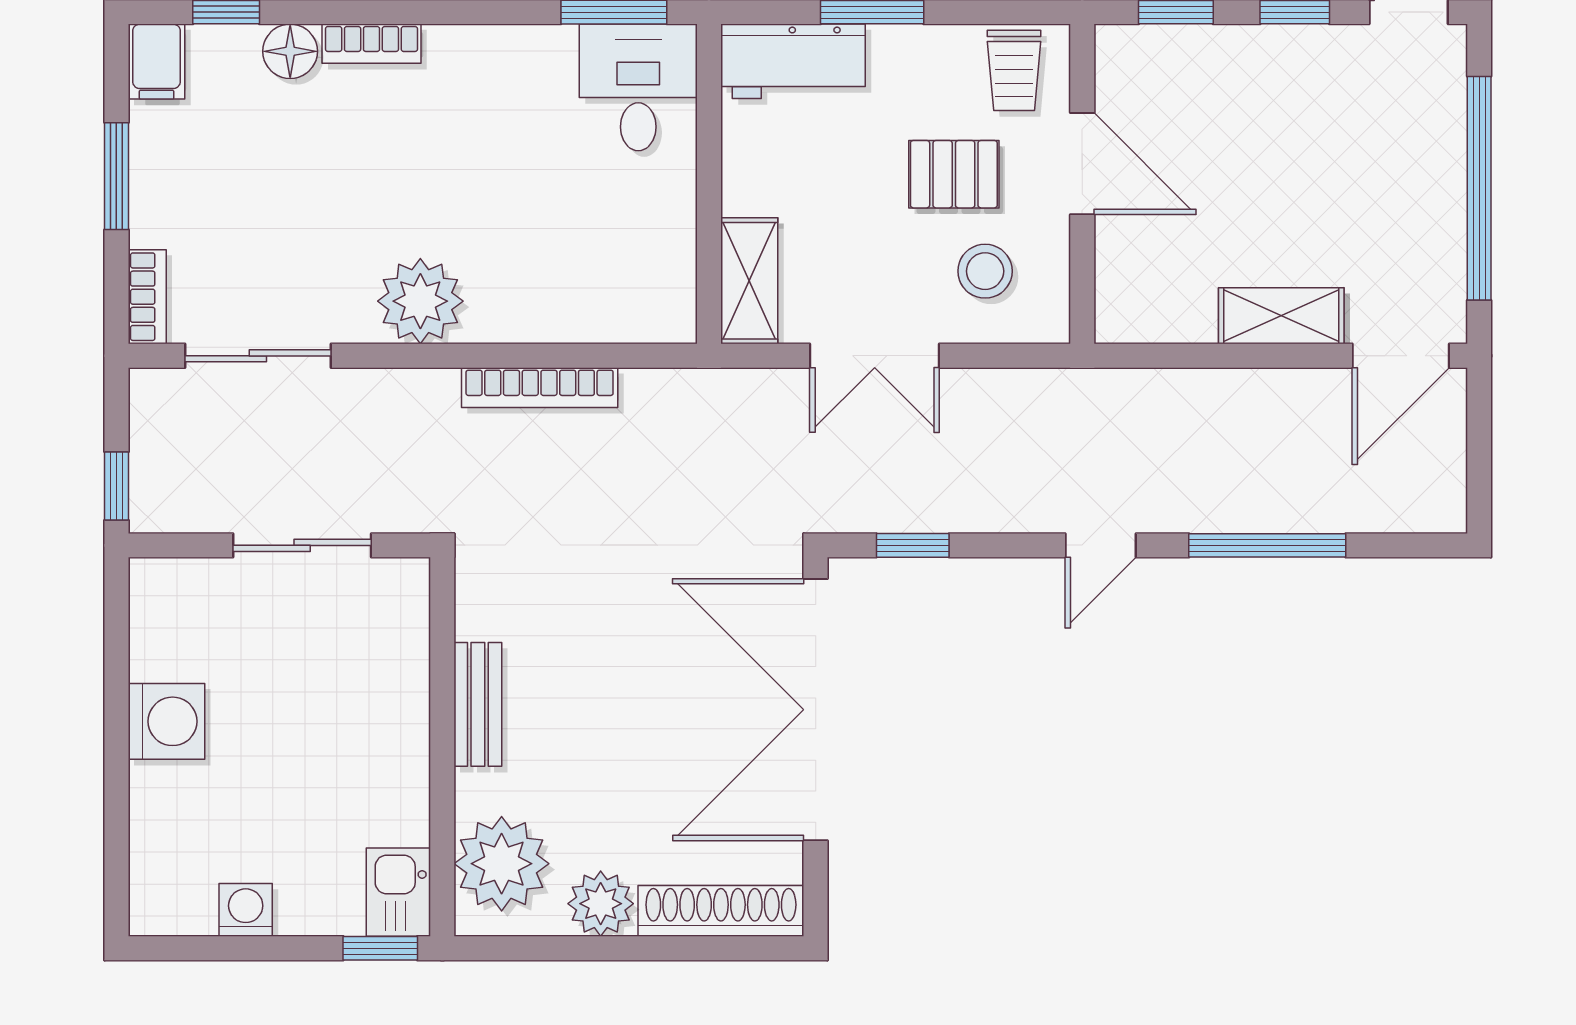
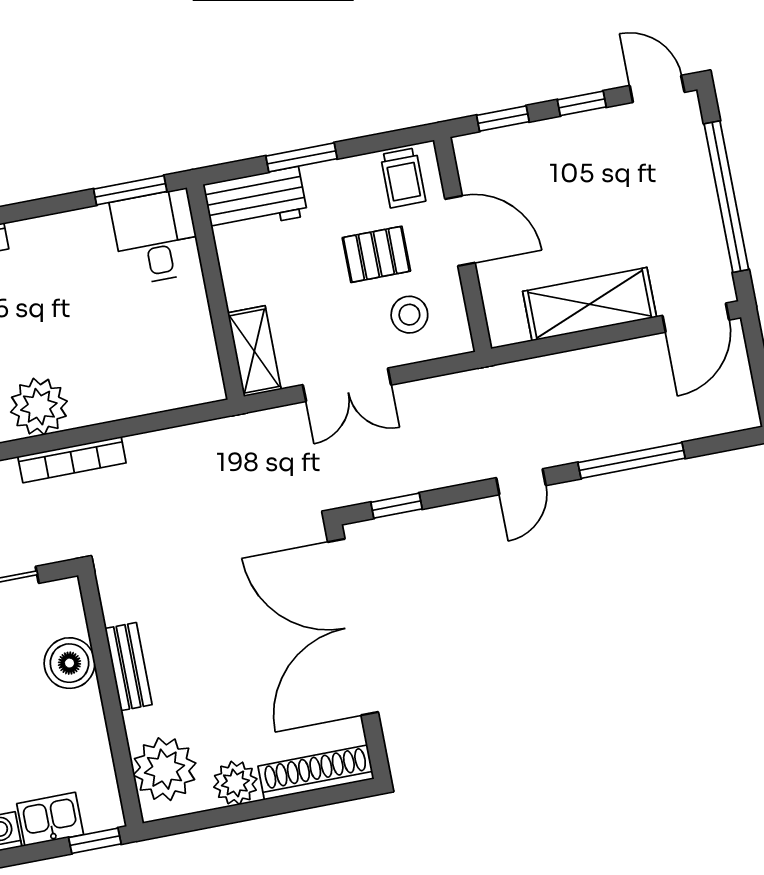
shelving: (1281, 316) -> (590, 304), width x1.50, depth x1.33
bookcase: (540, 388) -> (72, 460), moved
boiler: (393, 683) -> (69, 663), added
kitchen sink: (398, 892) -> (50, 819), moved, turned 90

